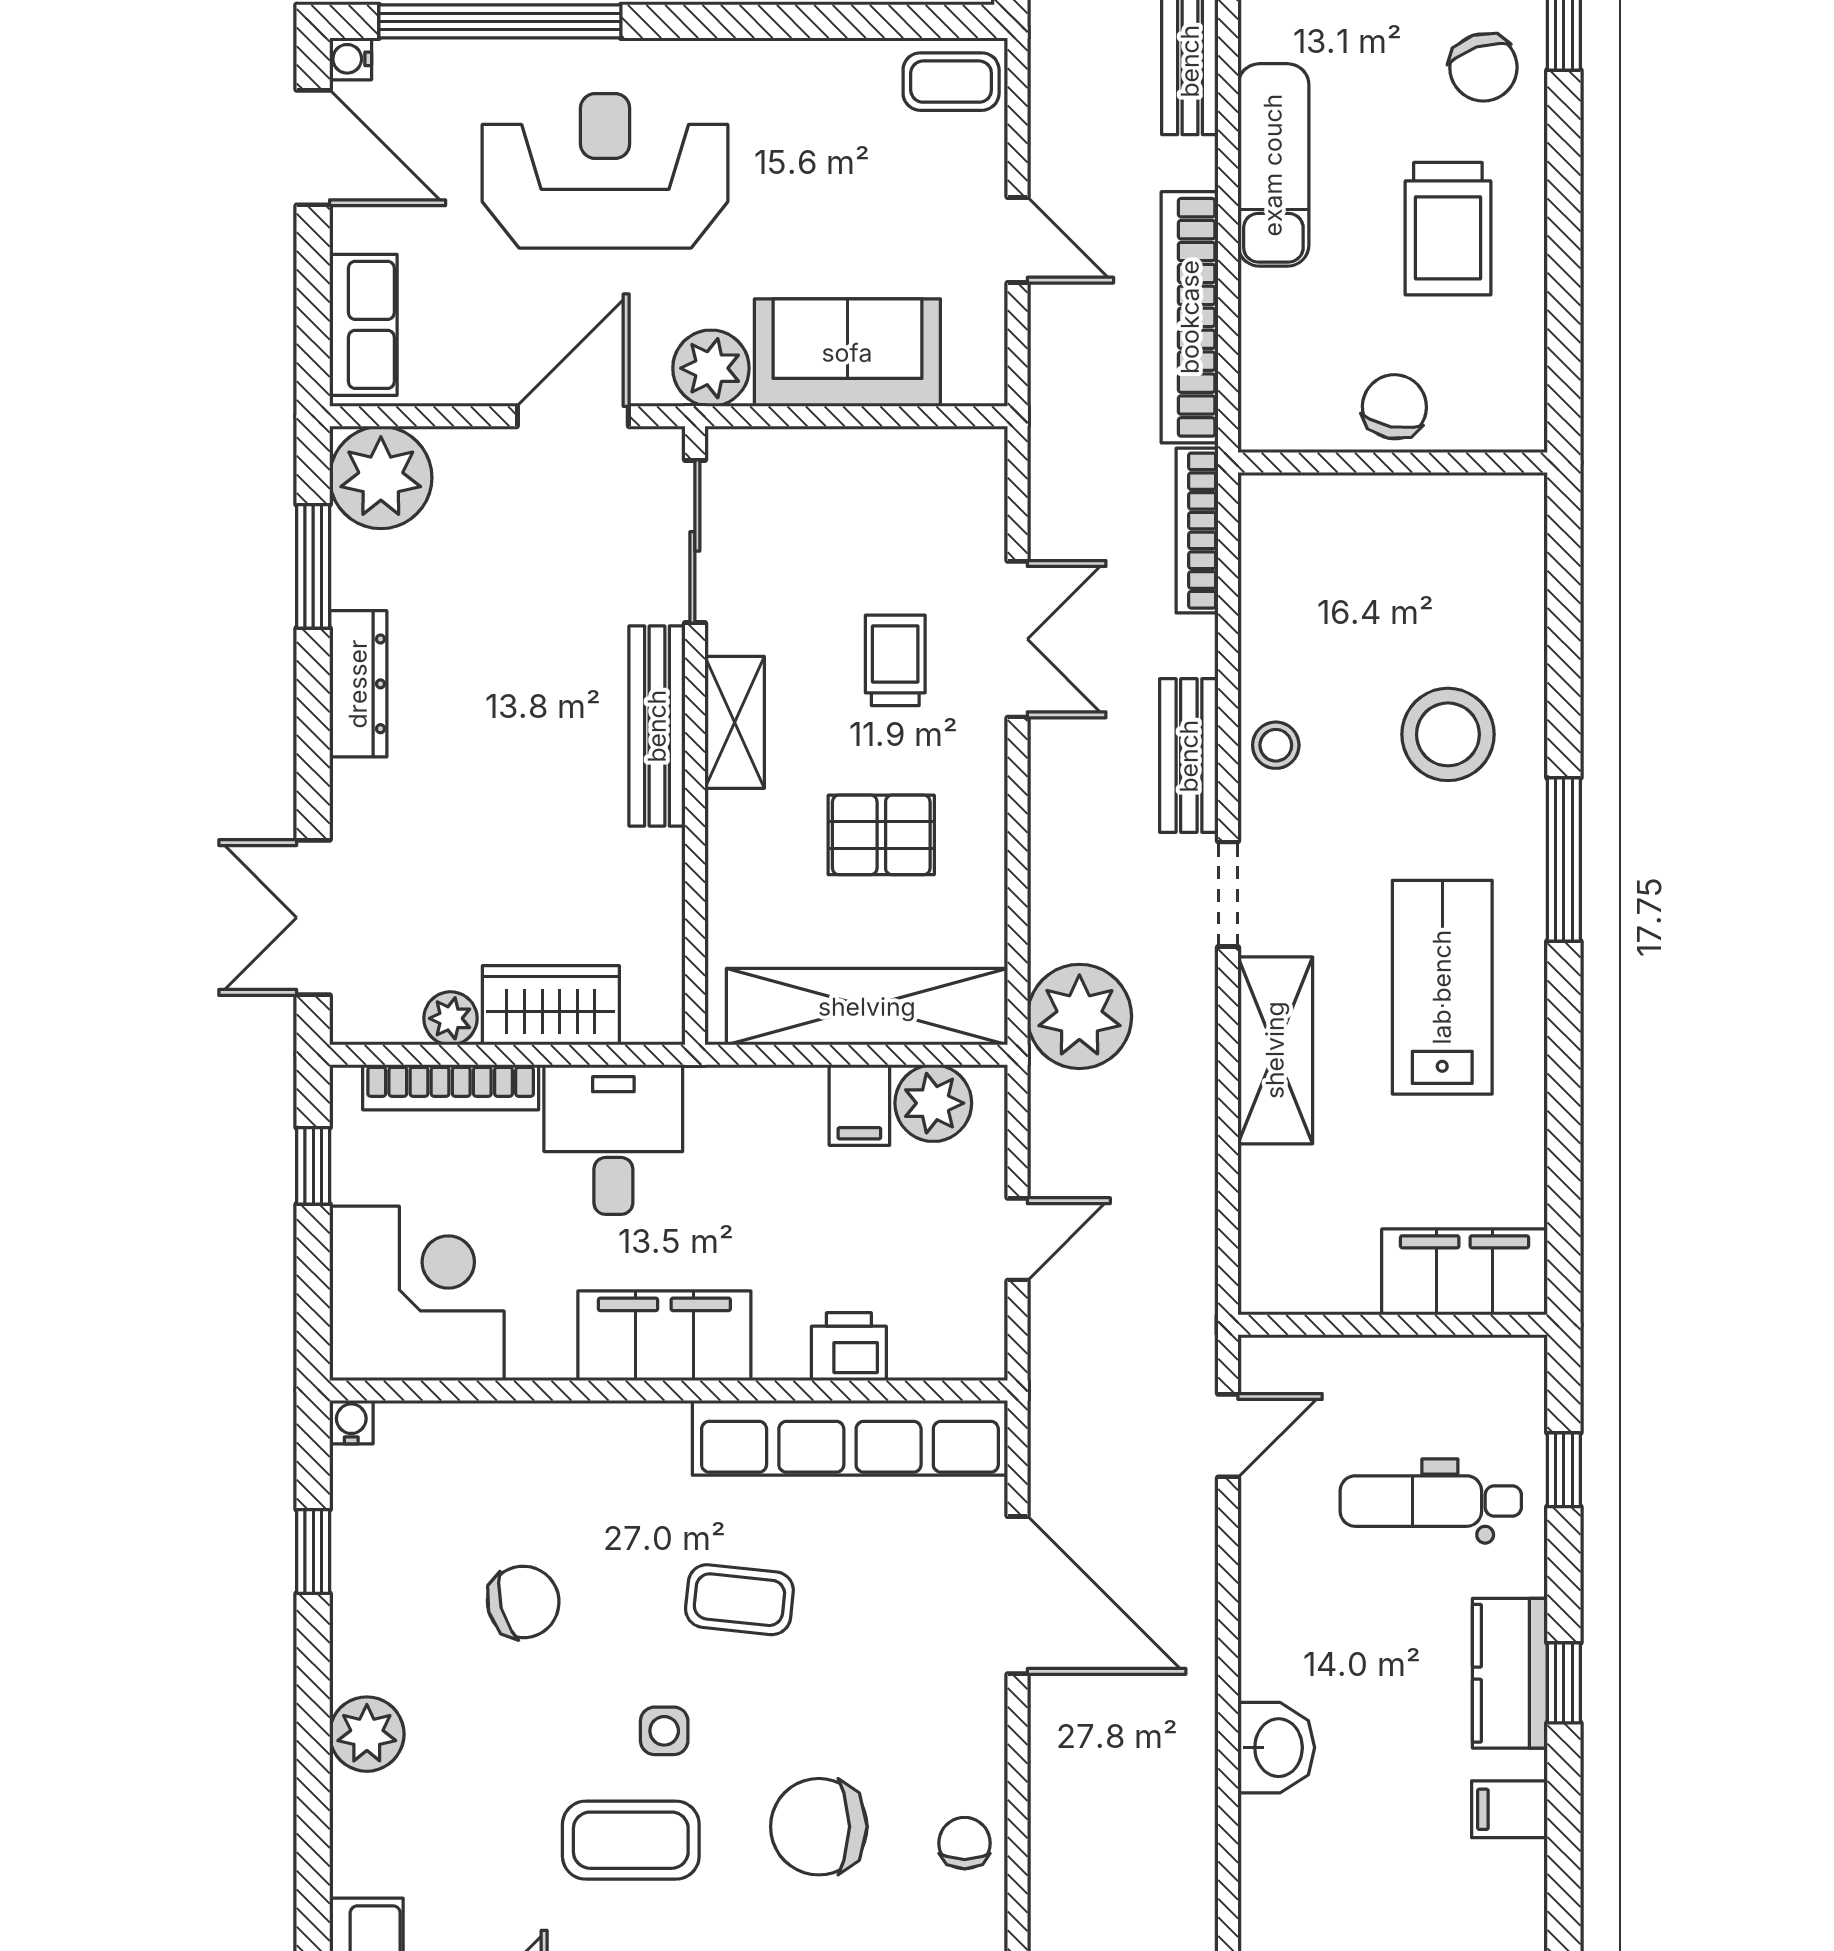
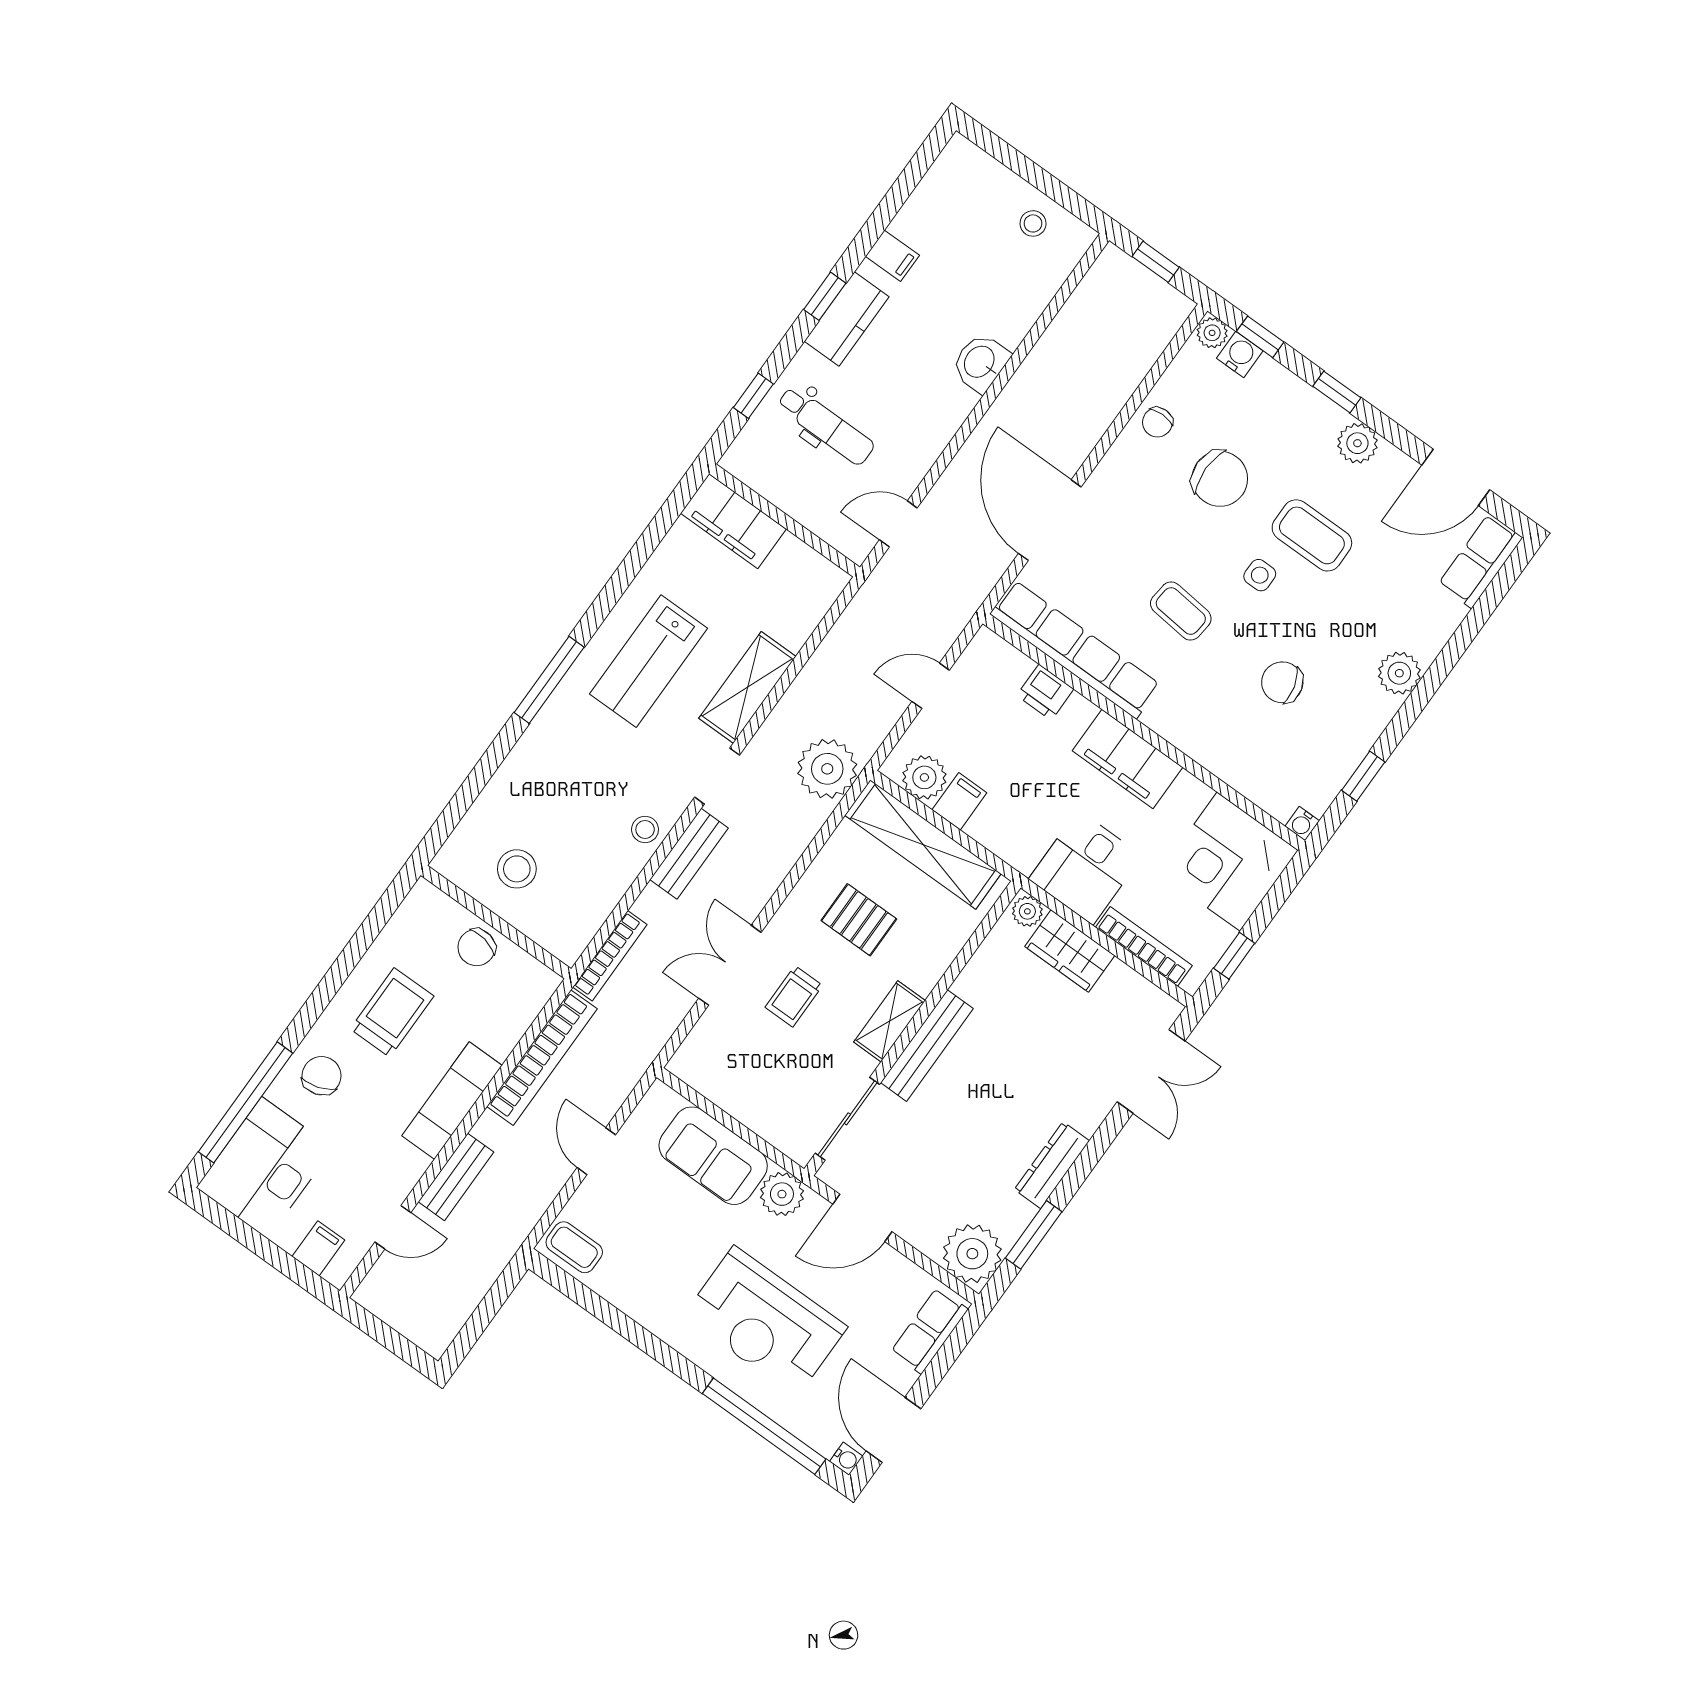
stool: (1448, 734) -> (517, 869), moved, width x0.73, depth x0.73
plant: (450, 1018) -> (1027, 911), moved

